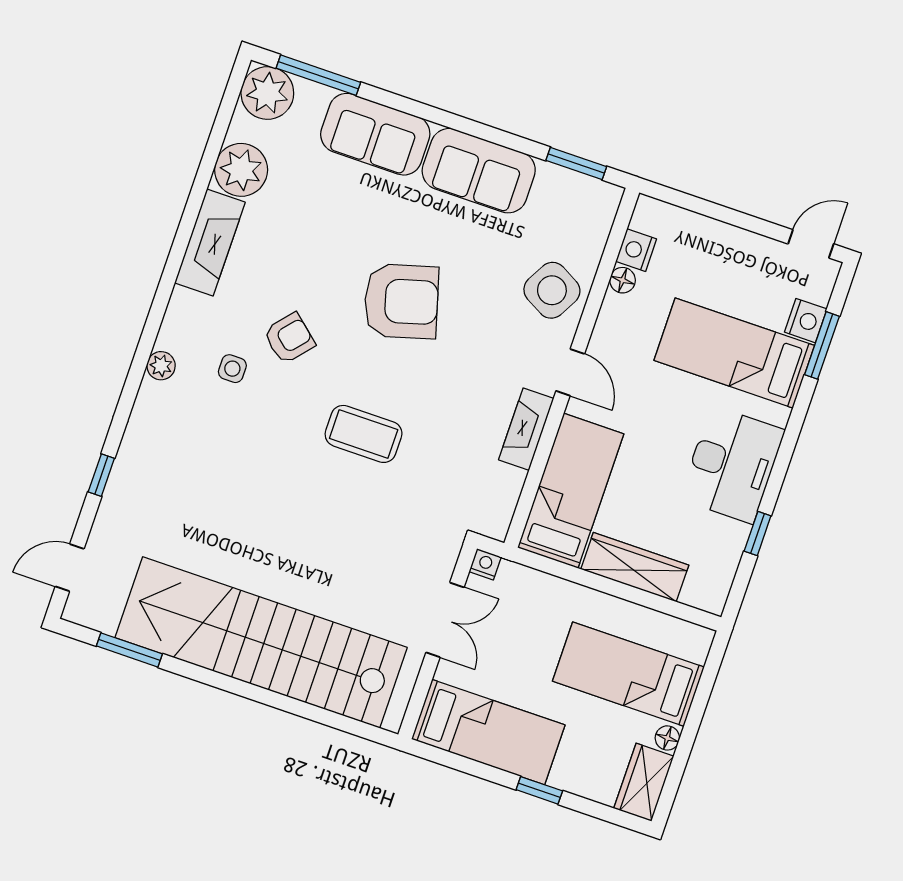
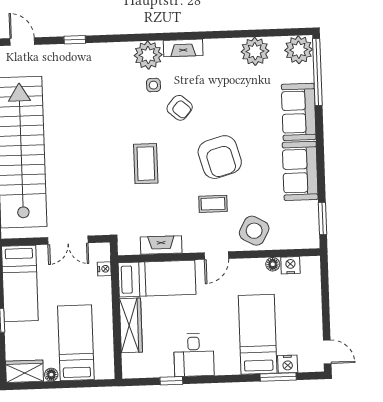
window: (318, 75) -> (317, 72), width x1.46
fireplace: (210, 243) -> (183, 48), moved, width x0.73, depth x0.76
coffee table: (478, 344) -> (213, 204), added
plant: (161, 366) -> (148, 55), width x1.88, depth x1.88
fireplace: (526, 429) -> (161, 245), moved
desk: (732, 465) -> (194, 355), width x0.73
nightstand: (485, 564) -> (104, 269), moved

